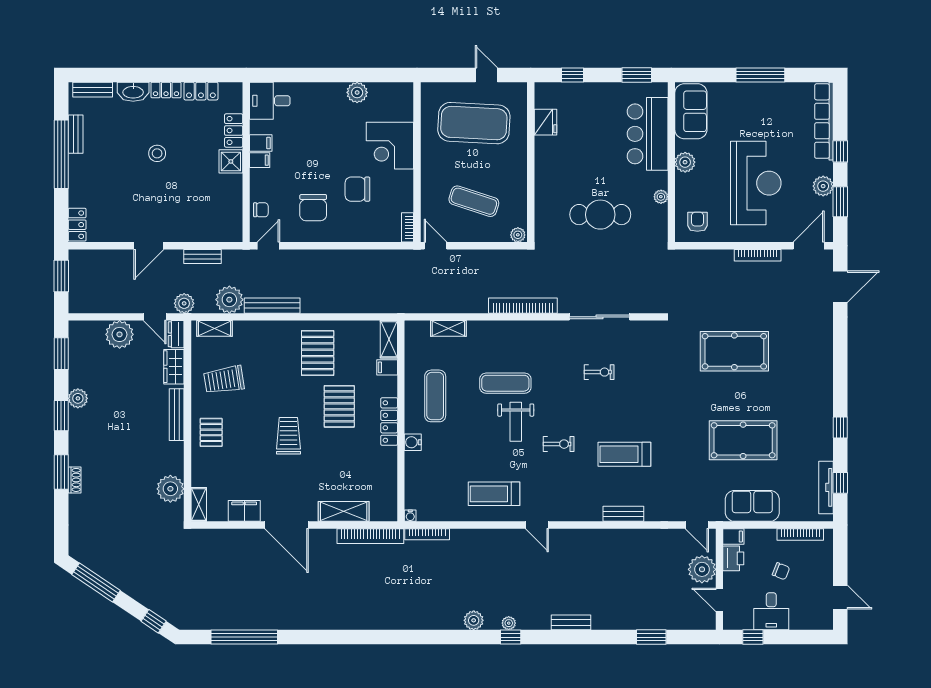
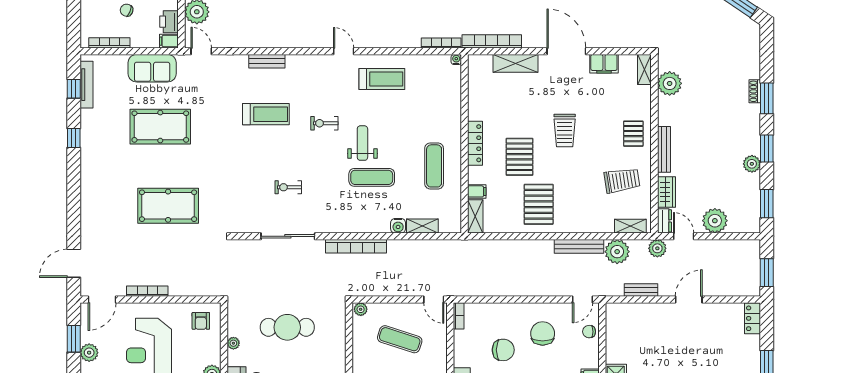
water cooler: (413, 442) -> (398, 226), moved, turned 90

